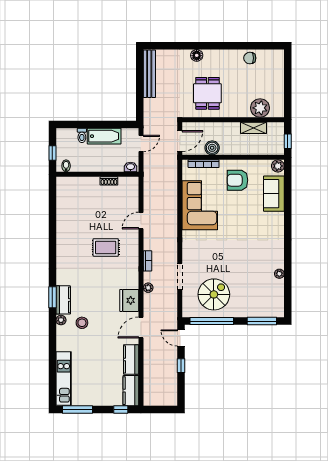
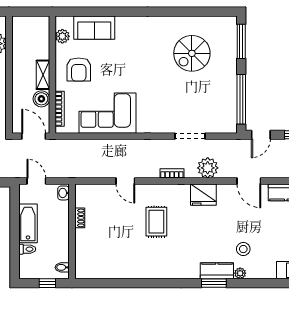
shelving: (254, 128) -> (43, 75), moved
window: (288, 141) -> (34, 12), removed
plant: (278, 166) -> (62, 36), moved
plant: (279, 274) -> (187, 21), removed
plant: (148, 288) -> (208, 168), width x1.87, depth x1.87
spiral stairs: (214, 294) -> (192, 53), moved, turned -90
fridge: (129, 300) -> (203, 195), moved

